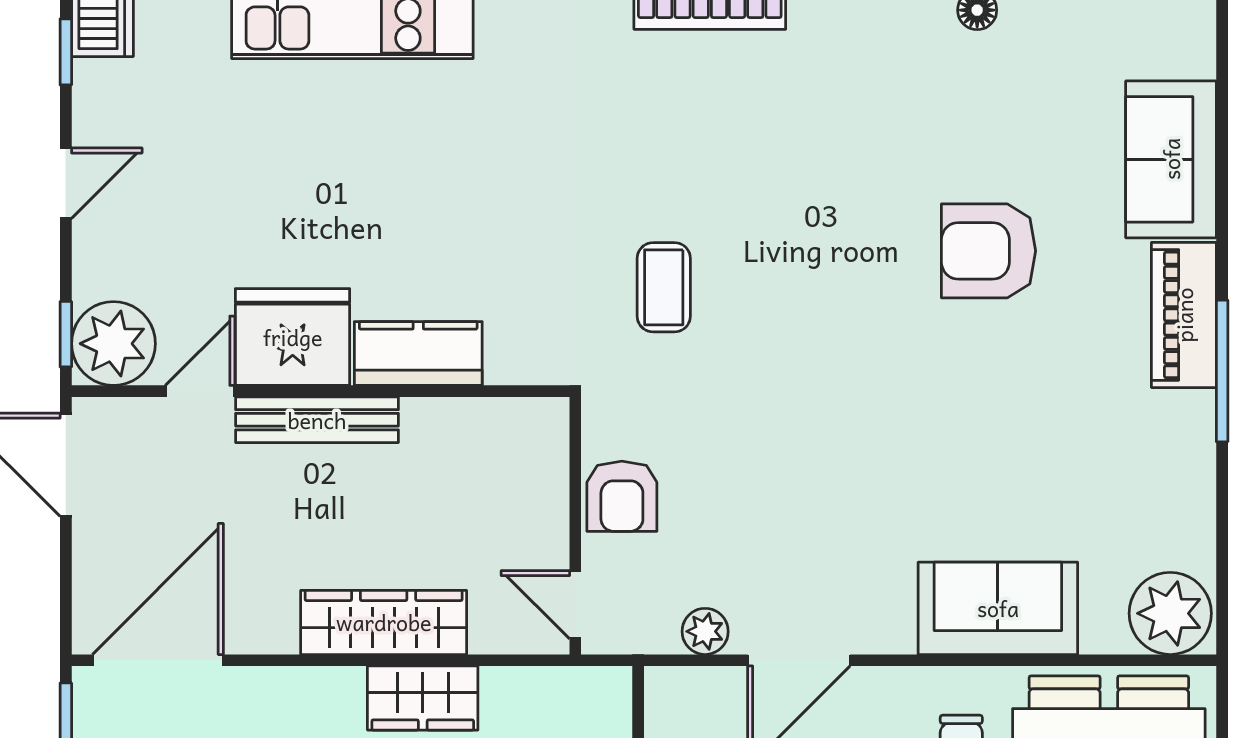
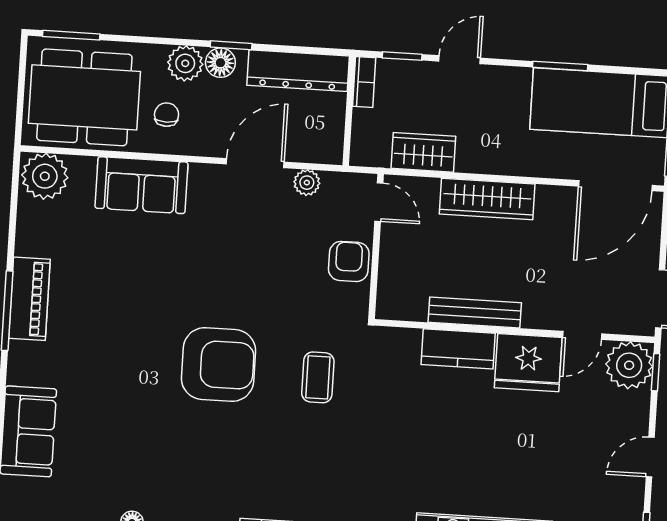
armchair: (989, 251) -> (218, 365), moved, width x1.36, depth x1.36
piano: (1184, 315) -> (29, 299), moved
bench: (317, 420) -> (475, 313), moved
wardrobe: (423, 698) -> (423, 152), moved

